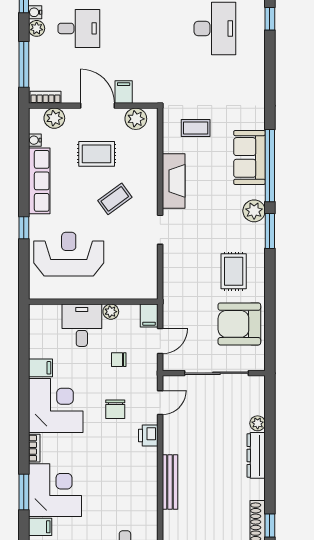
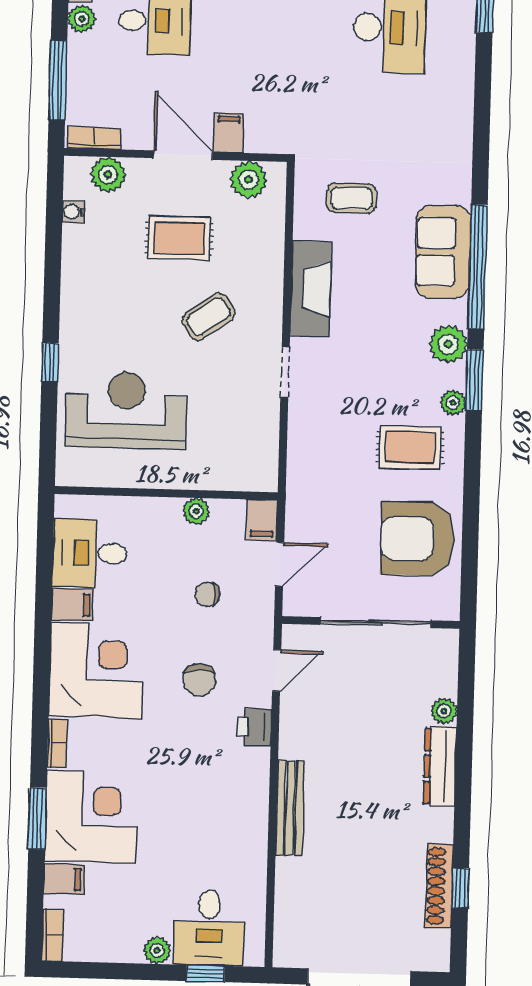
row of seats: (39, 181) -> (79, 282), removed
plant: (258, 245) -> (453, 403), added
rug: (234, 271) -> (410, 447), turned 90
desk: (82, 325) -> (90, 553), moved, turned -90

